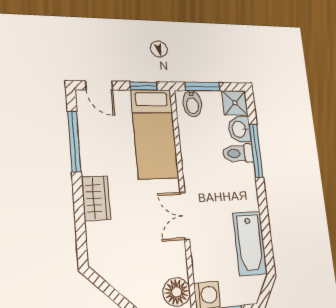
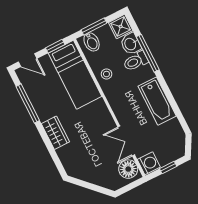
stool: (196, 152) -> (106, 74), added
double door: (185, 216) -> (126, 141), moved
bathtub: (250, 243) -> (157, 101), moved

